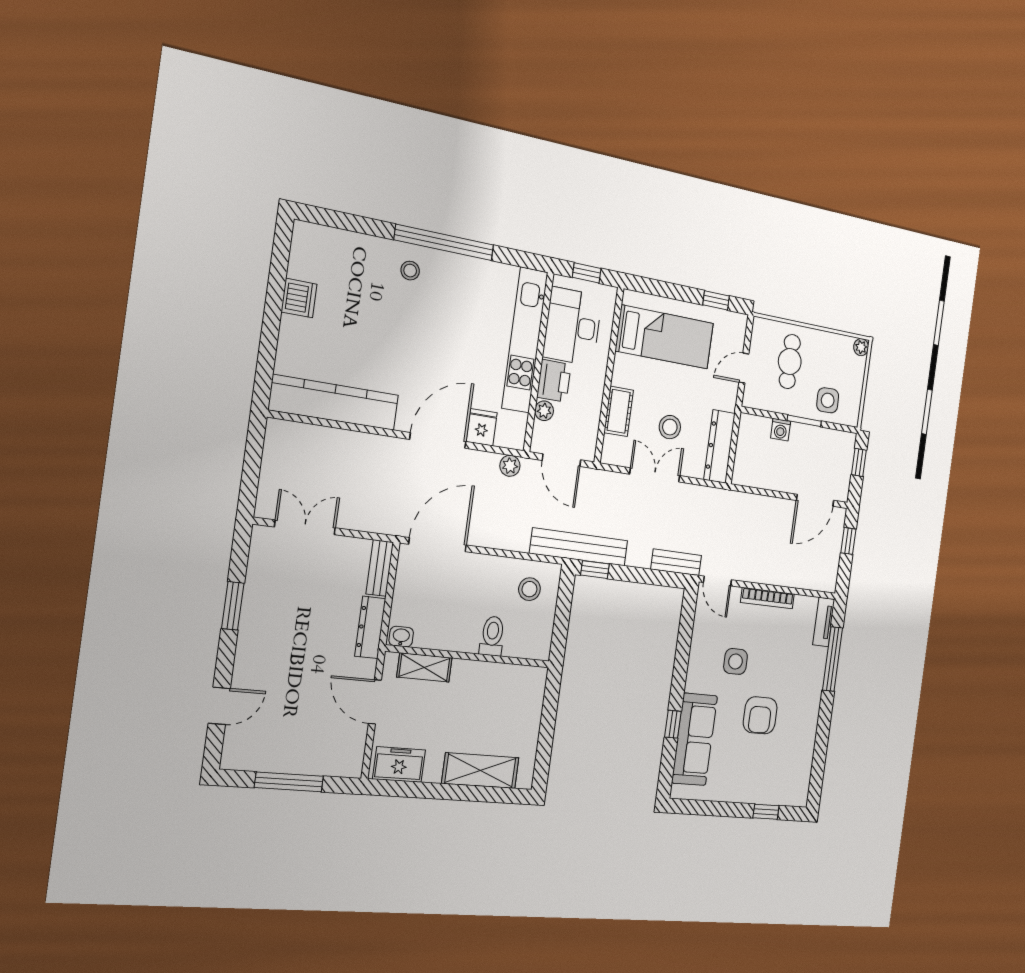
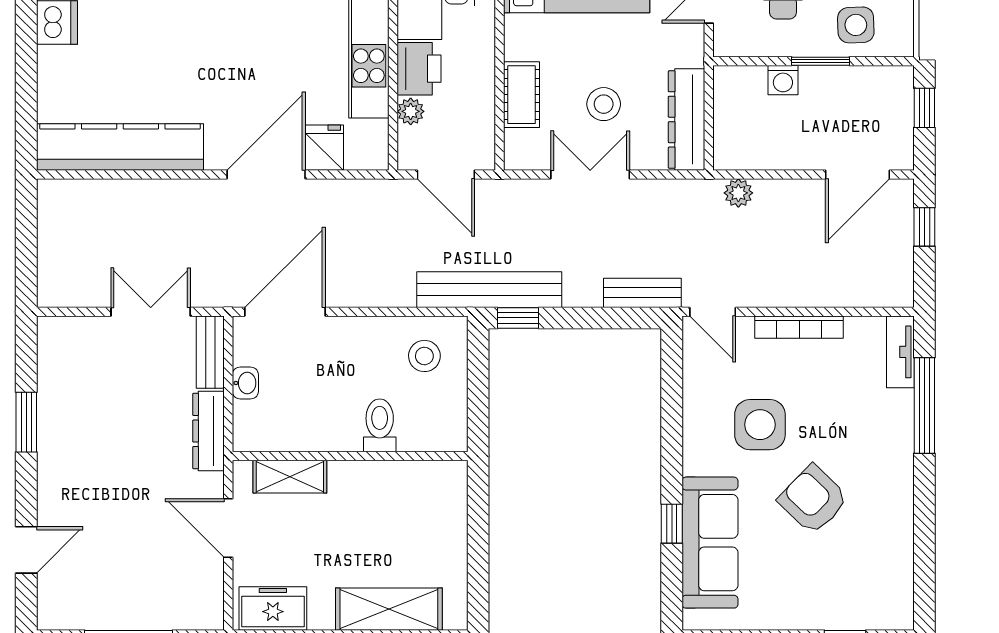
plant: (510, 466) -> (738, 193), moved
double door: (305, 527) -> (151, 312), moved
washbasin: (401, 637) -> (245, 383), moved, turned 90
side table: (735, 661) -> (760, 425), width x1.37, depth x1.37
armchair: (760, 715) -> (813, 499), turned 134

